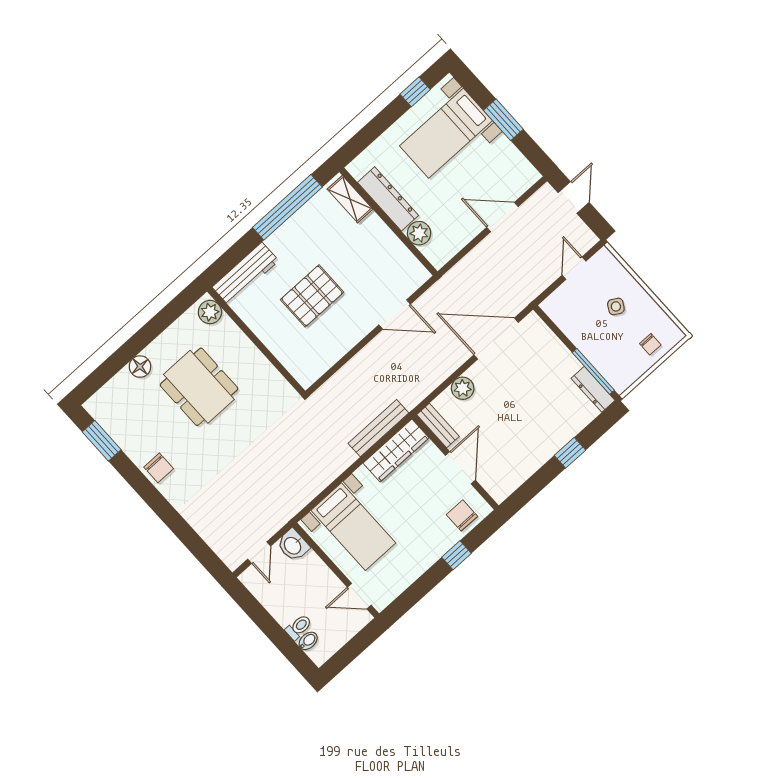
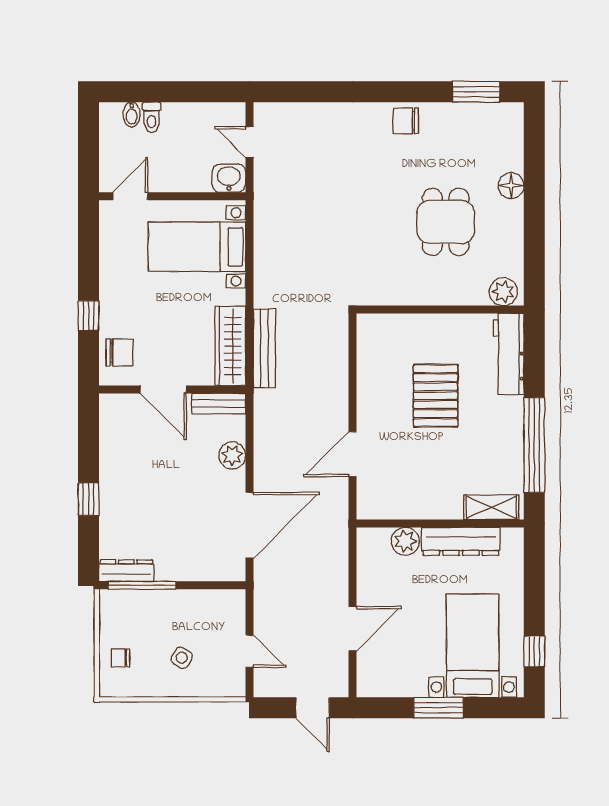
dining table: (199, 387) -> (446, 222), width x0.73

